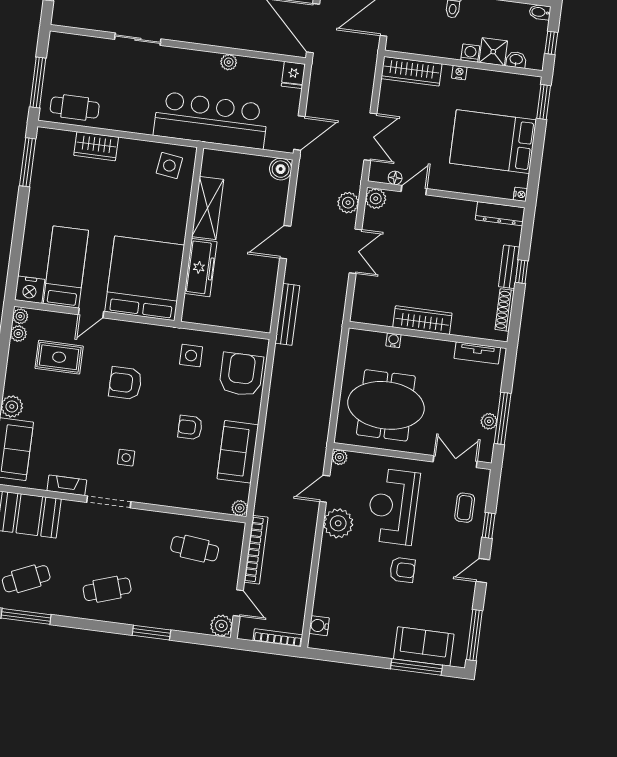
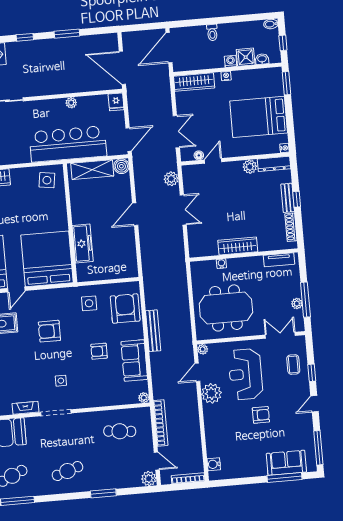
plant: (376, 199) -> (250, 167), moved
shelving: (208, 208) -> (92, 170), moved, turned 90
bench: (287, 314) -> (153, 331), moved

